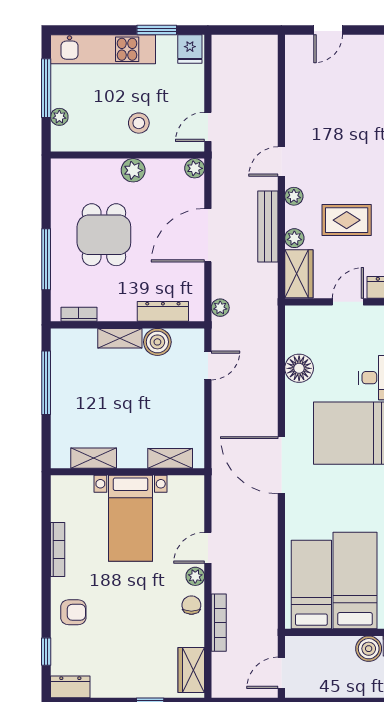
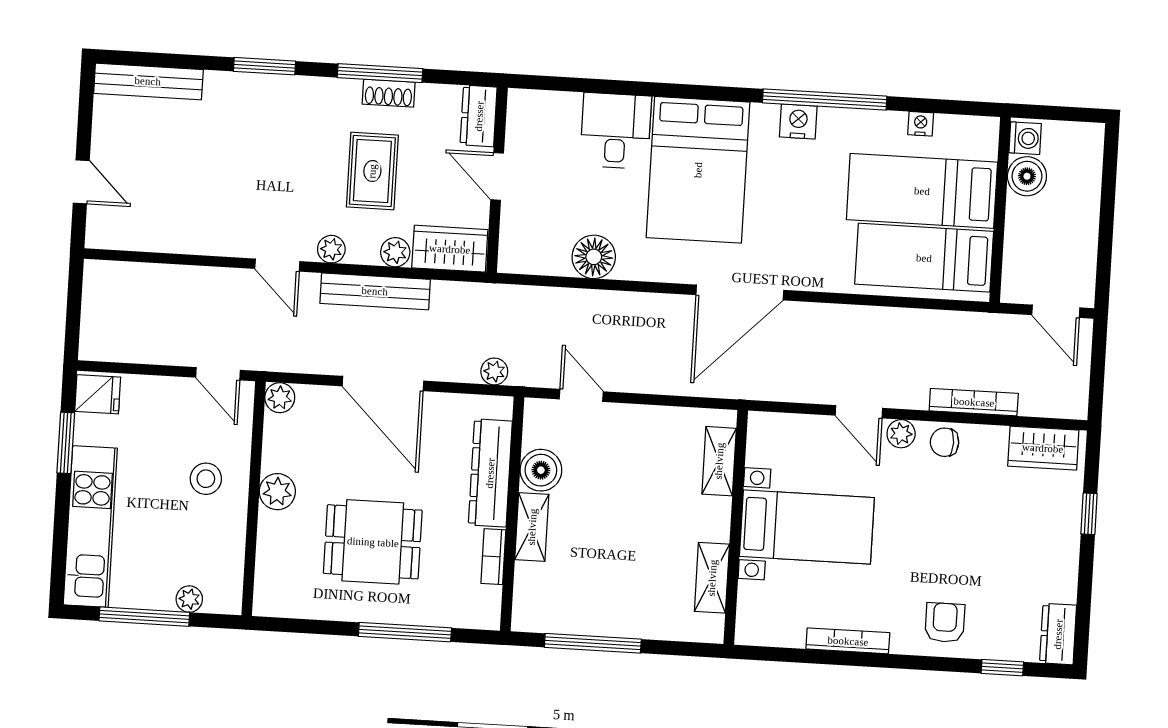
dresser: (163, 311) -> (490, 473), width x1.37, depth x1.24
bookcase: (79, 314) -> (493, 557), moved

